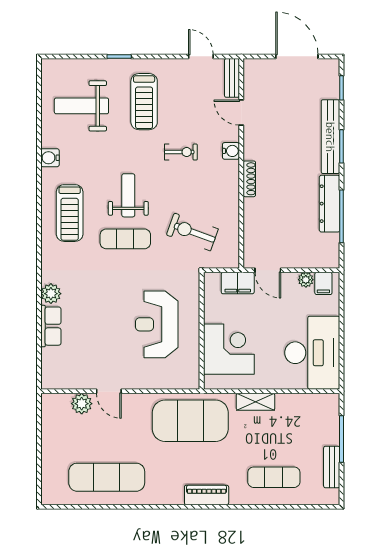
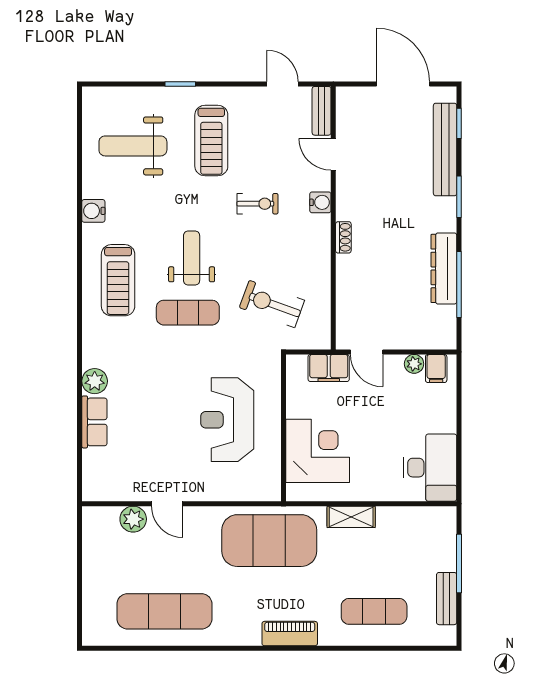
bench: (330, 137) -> (445, 149), moved
shoe rack: (249, 179) -> (343, 237), width x0.70
desk: (312, 353) -> (430, 468), width x0.73, depth x0.77

